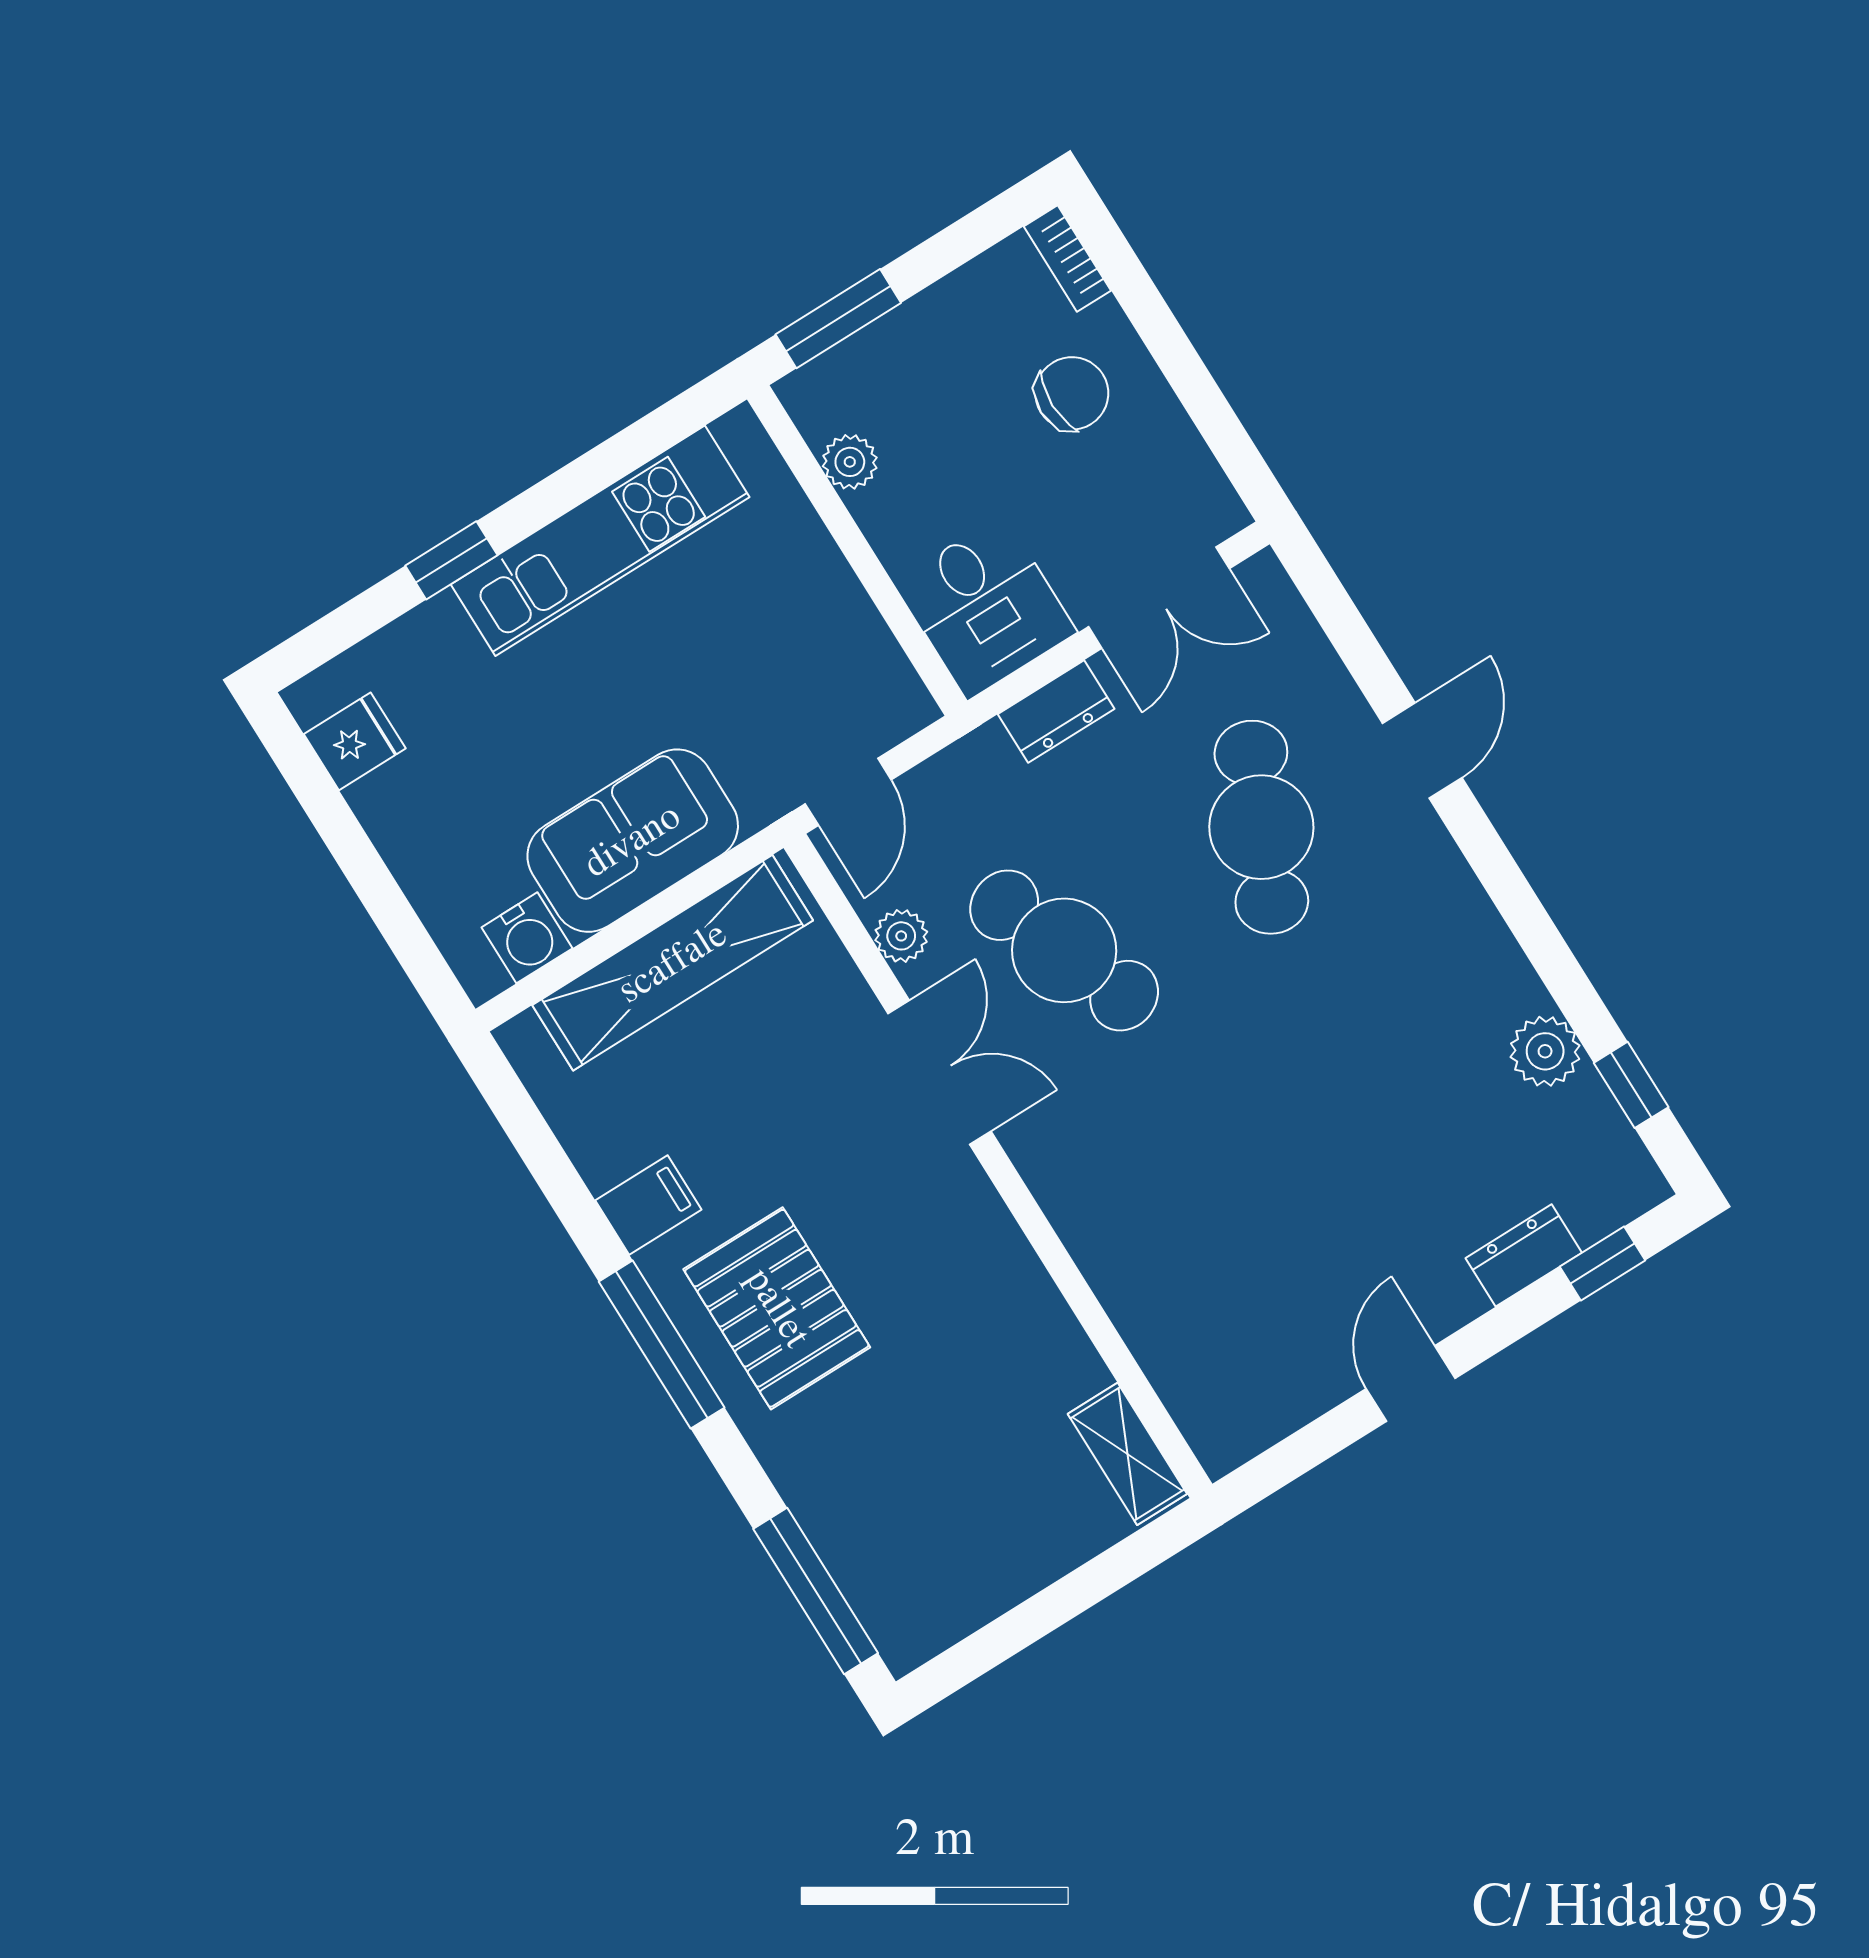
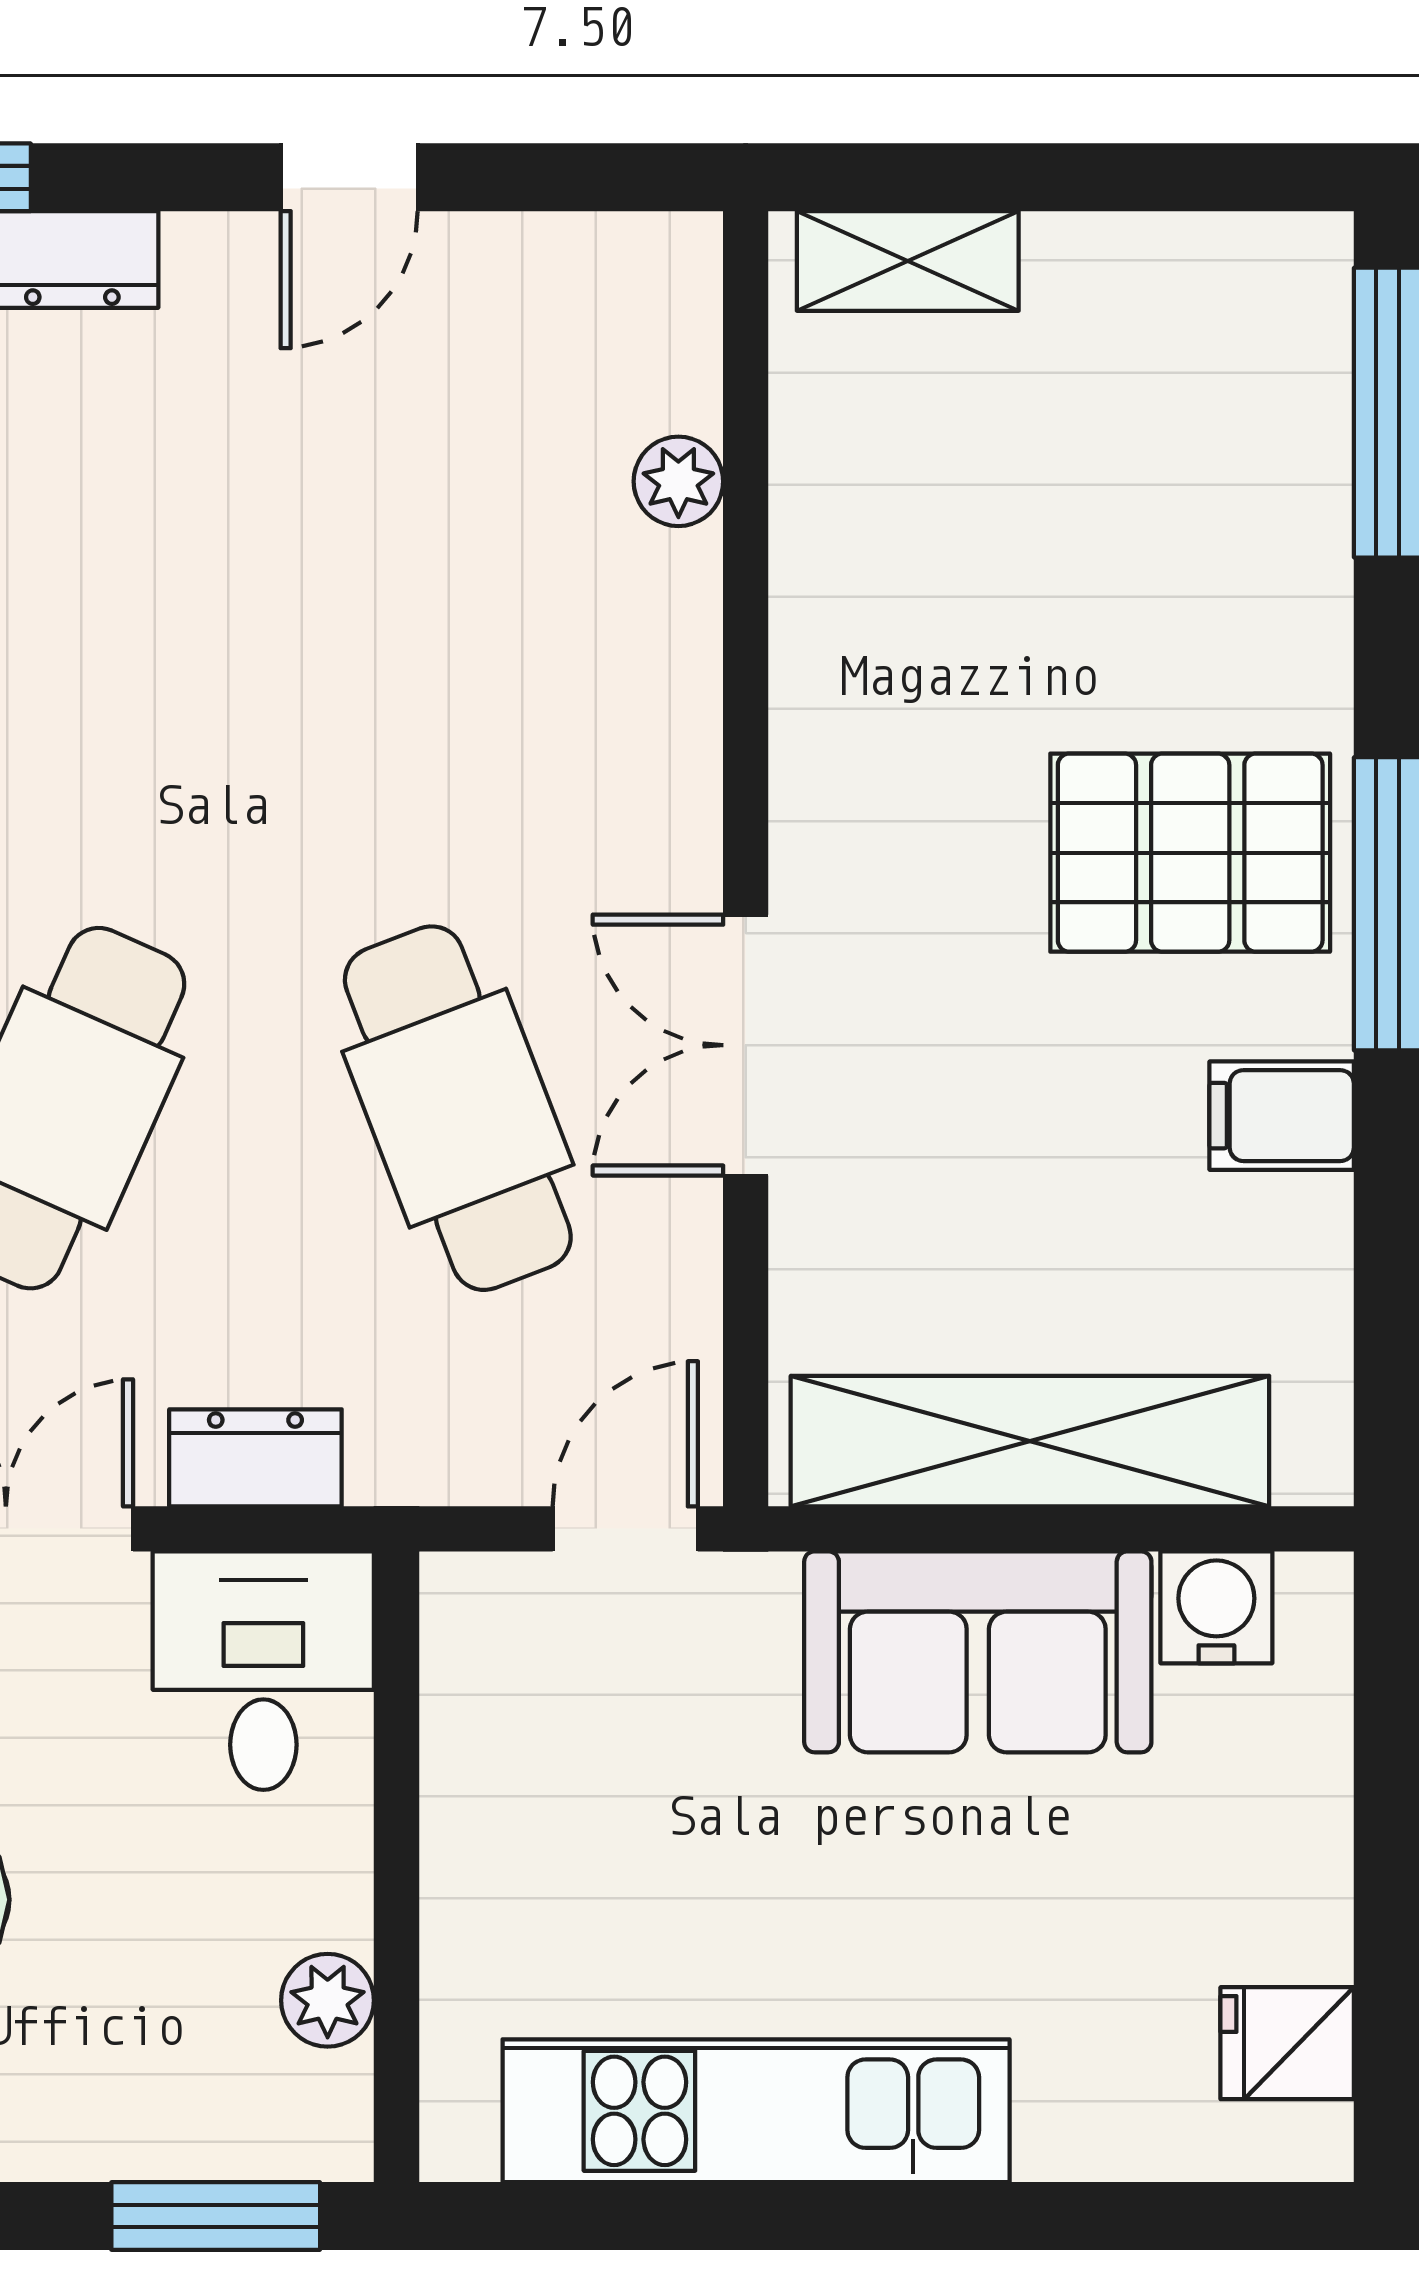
window: (451, 560) -> (987, 2216), removed
plant: (901, 936) -> (678, 481), moved
pallet: (777, 1308) -> (1190, 853), turned 90
shelving: (1127, 1454) -> (908, 261), moved, turned 90

